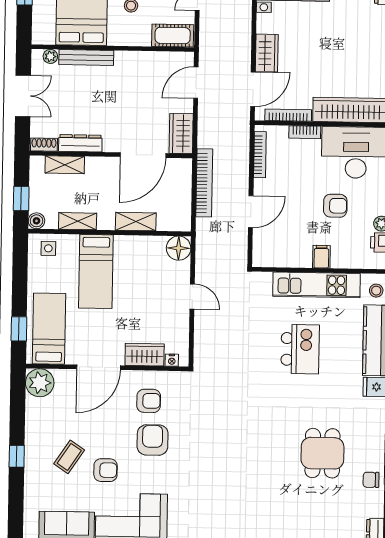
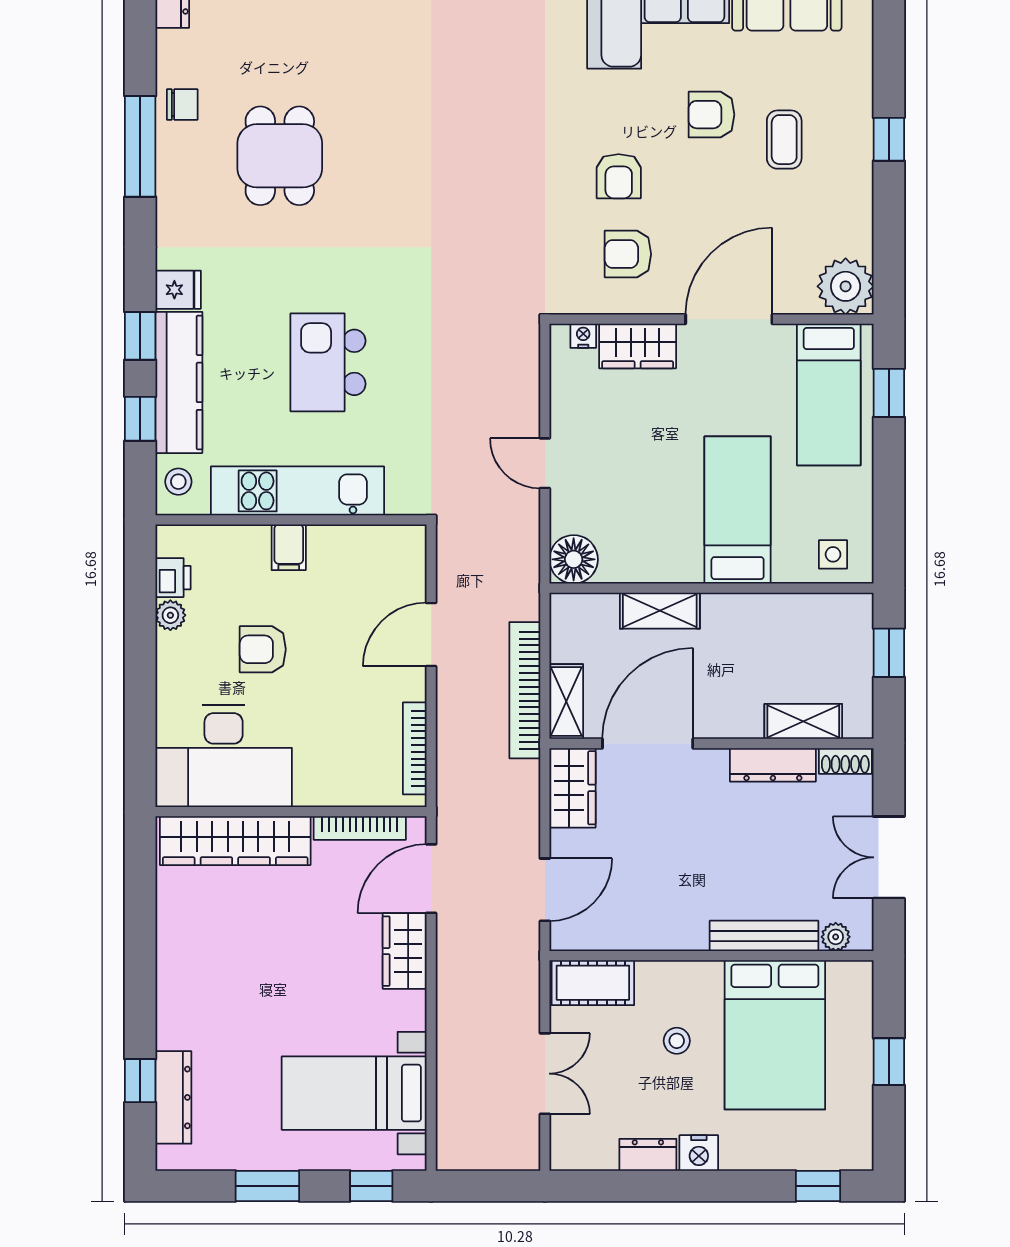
bookcase: (305, 132) -> (326, 795), removed
boiler: (36, 221) -> (858, 609), removed
shelving: (78, 221) -> (566, 701), moved, turned 90
armchair: (153, 440) -> (619, 176), width x0.72, depth x0.72
coffee table: (69, 457) -> (784, 140), turned -34

